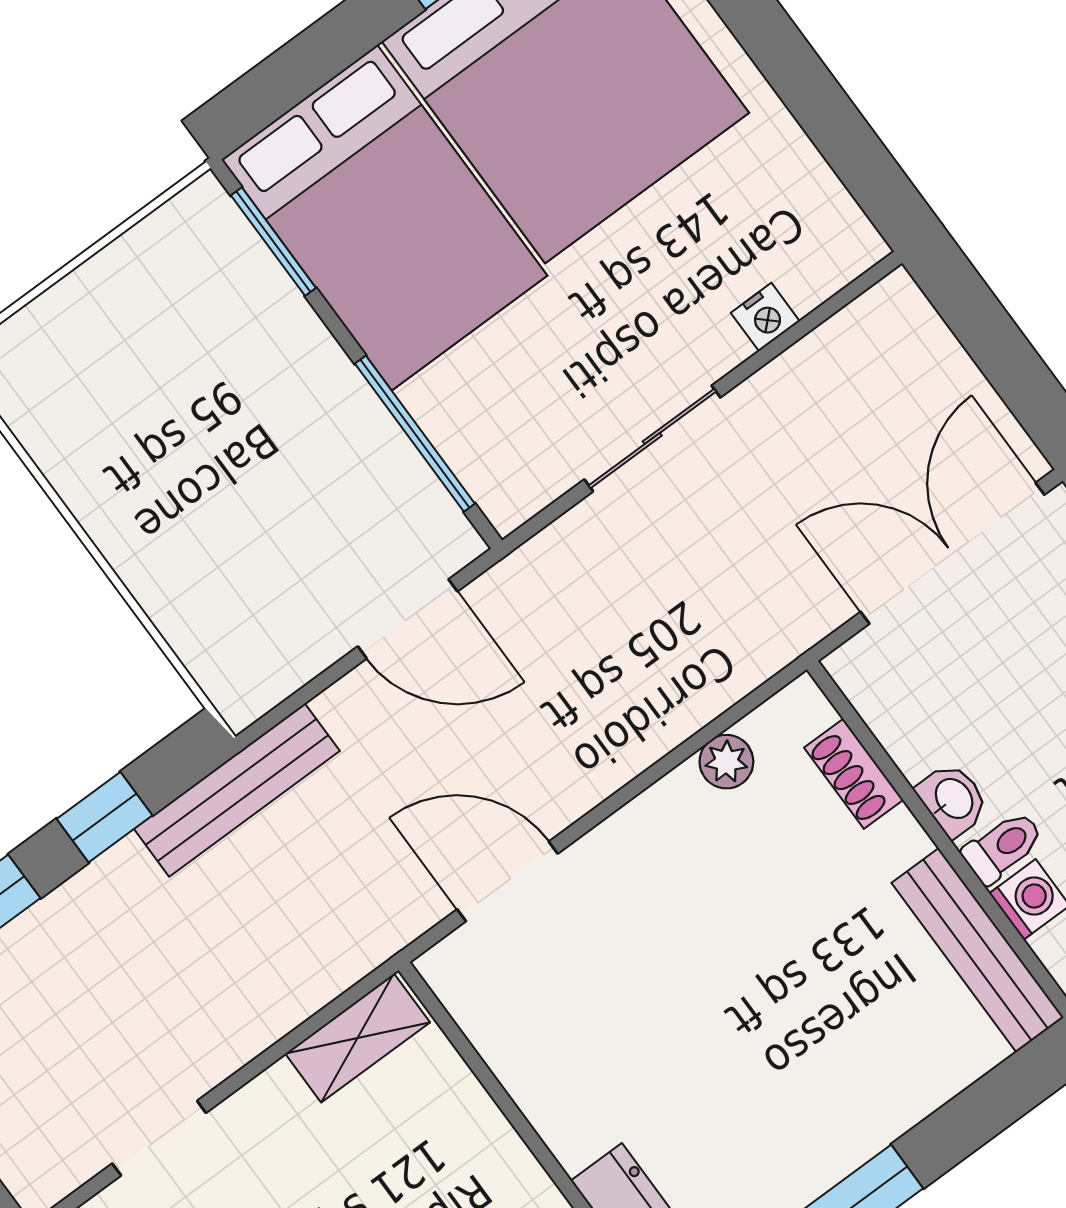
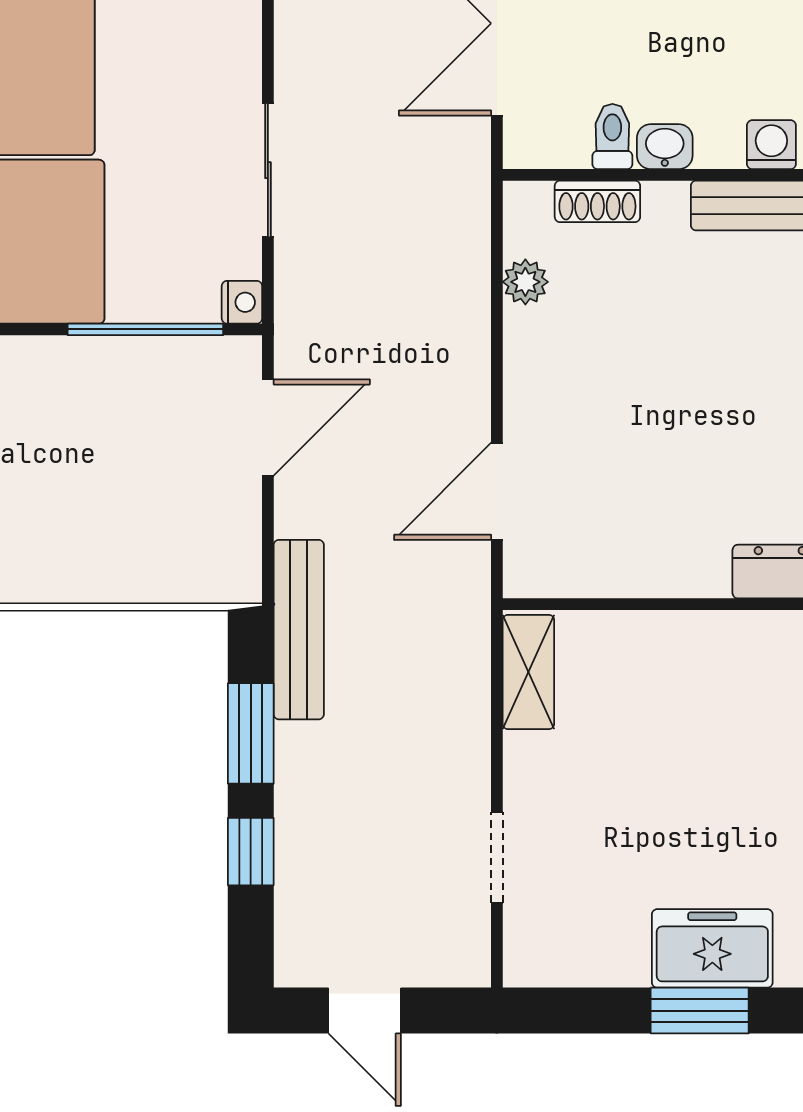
nightstand: (765, 317) -> (242, 302), moved
window: (105, 817) -> (251, 733), width x1.50
toilet: (1003, 847) -> (612, 136), moved

